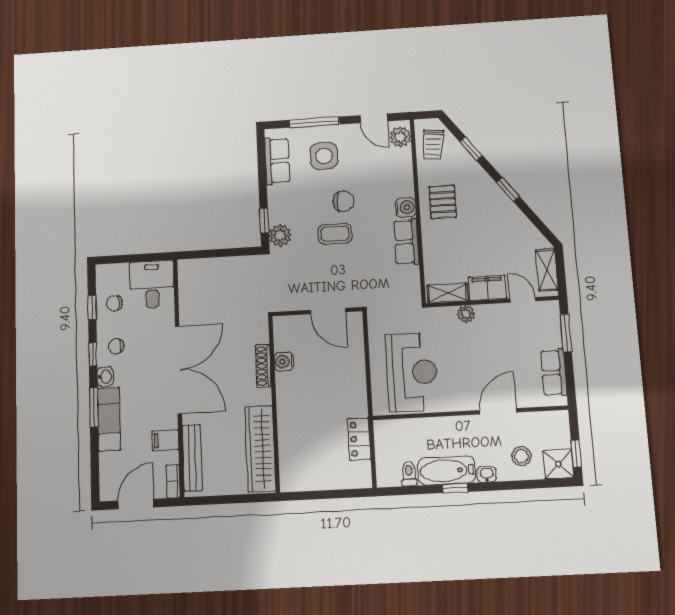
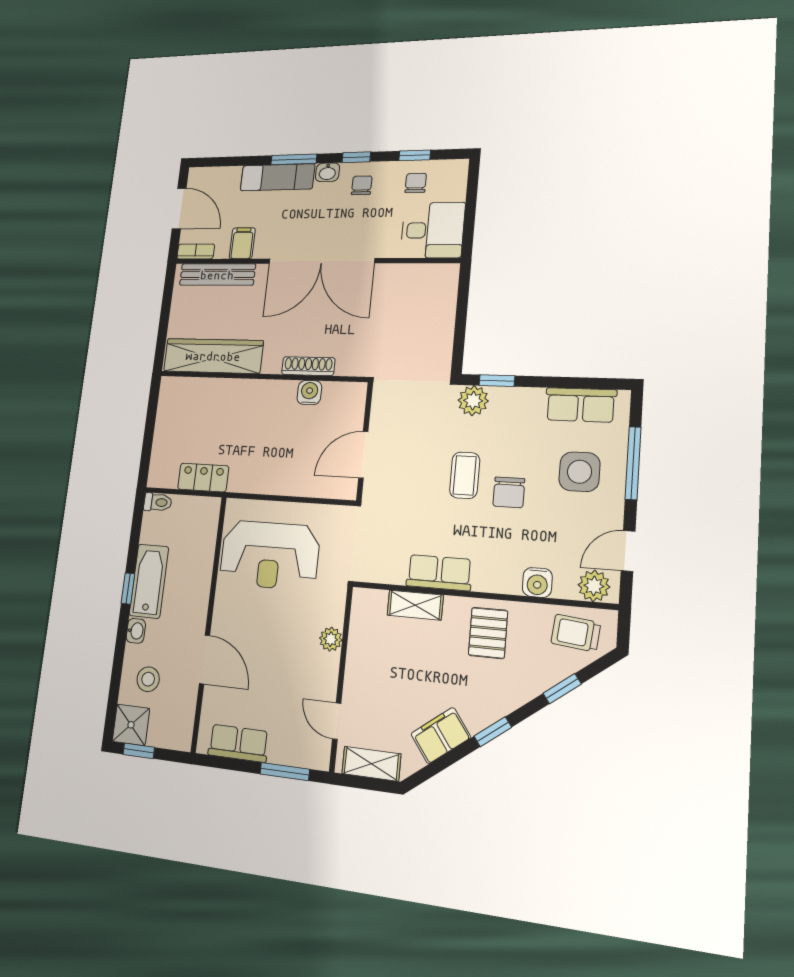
pallet: (443, 202) -> (488, 633), turned 90
water cooler: (405, 207) -> (537, 582), moved
filing cabinet: (487, 288) -> (441, 736), moved, turned -127
shelving: (448, 293) -> (415, 605), moved, turned 90
door: (523, 300) -> (337, 721), swing flipped
toilet: (409, 474) -> (158, 502), moved

